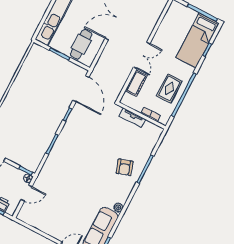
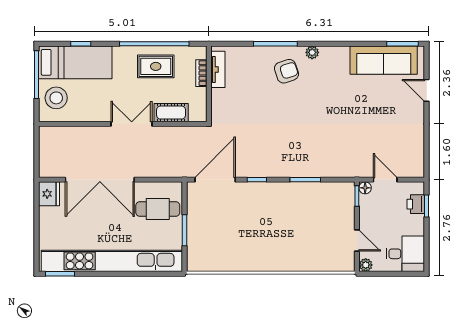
stool: (182, 17) -> (56, 98), added
tv unit: (132, 118) -> (218, 69), moved
plant: (118, 207) -> (312, 52), moved

